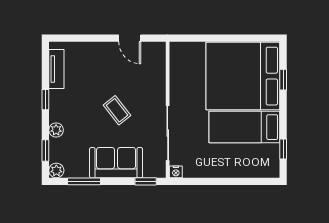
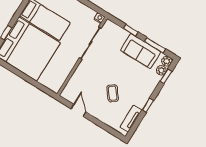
coffee table: (117, 110) -> (113, 93), moved
plant: (56, 130) -> (161, 70), moved
sofa: (116, 163) -> (141, 51), moved
window: (146, 181) -> (131, 30), moved

